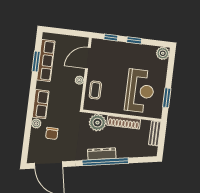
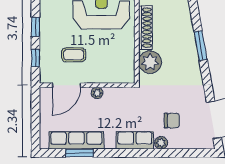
door: (88, 58) -> (66, 85), hinge flipped
coffee table: (95, 90) -> (74, 55), moved
dresser: (102, 154) -> (190, 51), removed
window: (105, 162) -> (201, 46), width x0.47

